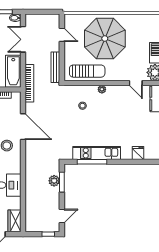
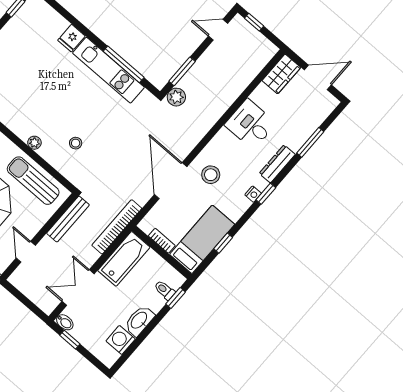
double door: (23, 39) -> (78, 288), swing flipped
fridge: (138, 153) -> (71, 38), moved
plant: (54, 181) -> (176, 97), moved

